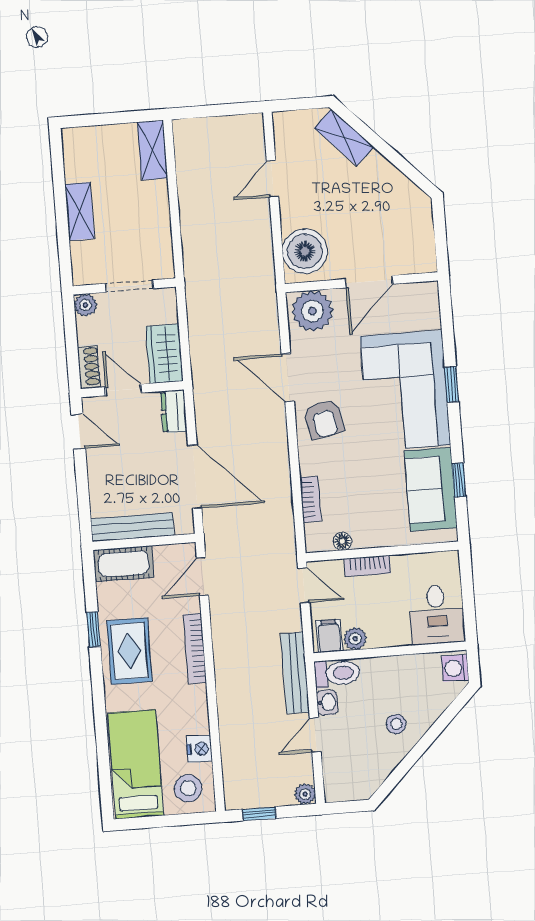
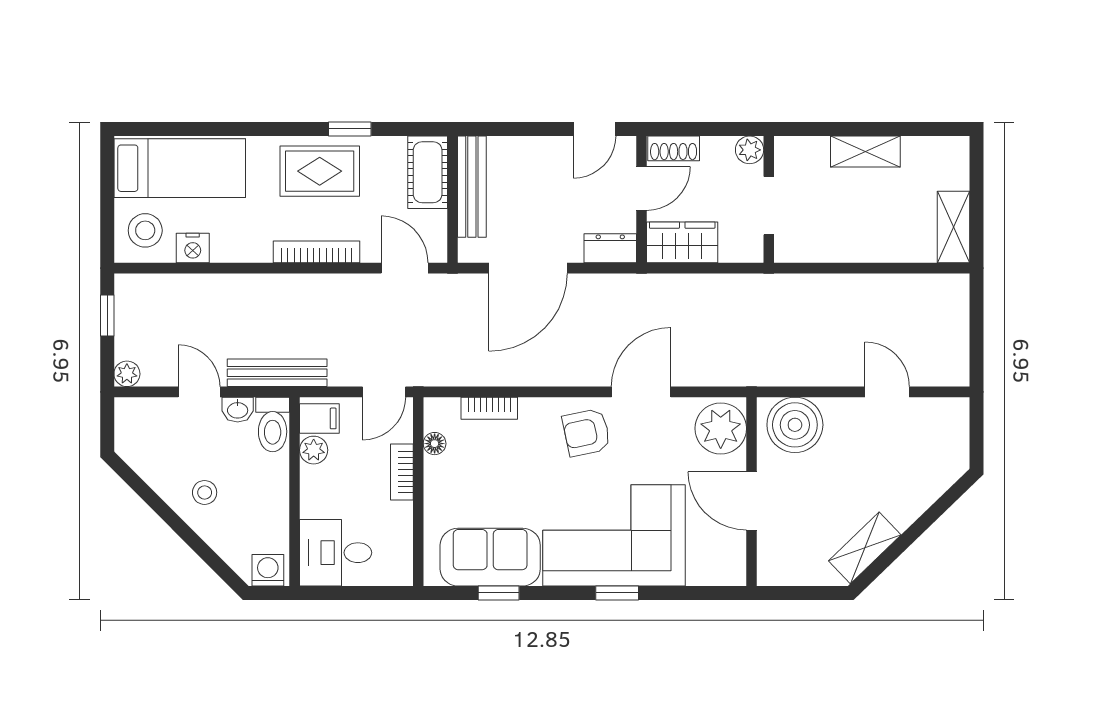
shelving: (344, 138) -> (865, 548), moved
shelving: (152, 150) -> (954, 227), moved, turned 90

